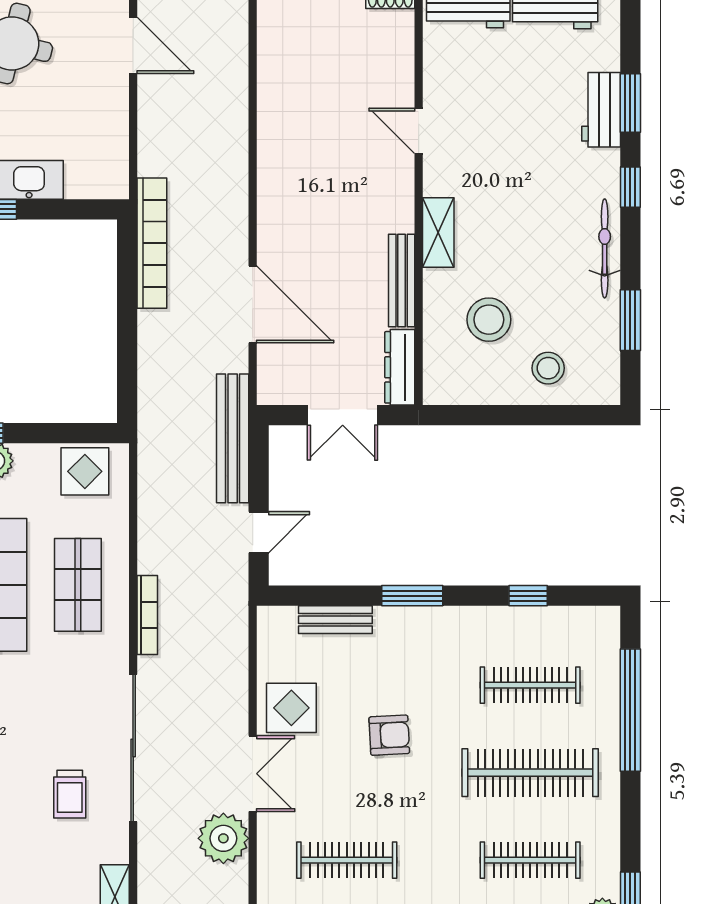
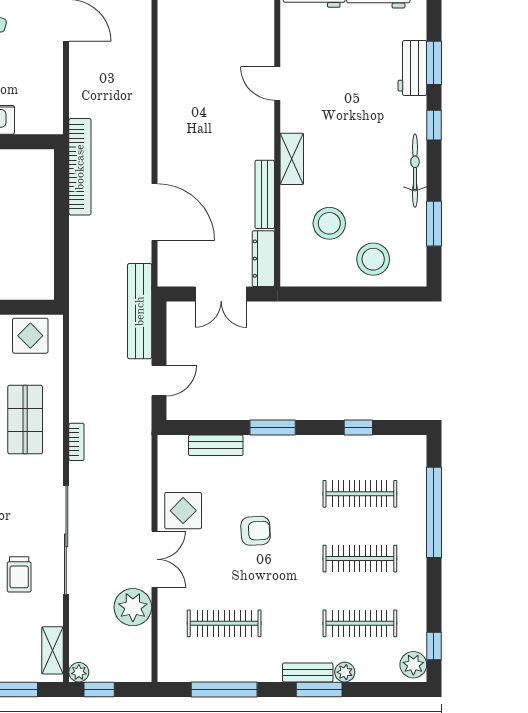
stool: (548, 368) -> (373, 259), width x1.38, depth x1.38
bookcase: (147, 615) -> (76, 442), width x0.64
clothes rail: (530, 773) -> (360, 559), width x0.73, depth x0.76

